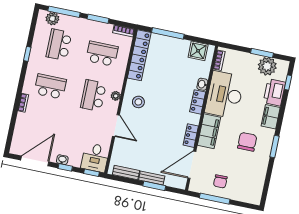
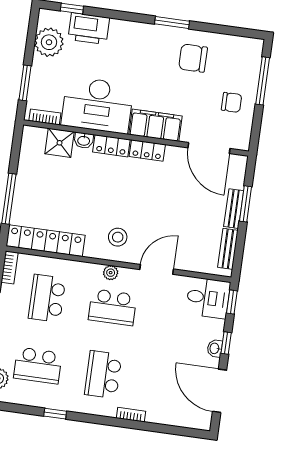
shower: (198, 51) -> (60, 143), moved
window: (262, 53) -> (25, 83), moved
filing cabinet: (271, 117) -> (127, 32), removed
locker: (191, 136) -> (147, 150), moved
chair: (247, 142) -> (193, 58), moved
window: (215, 199) -> (263, 81), moved

